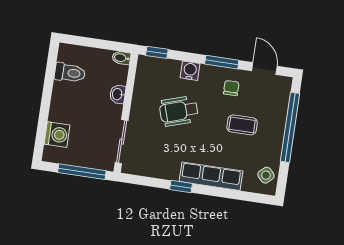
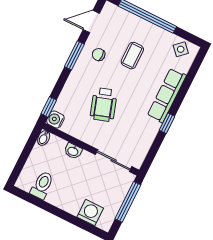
water cooler: (190, 71) -> (55, 119), moved

